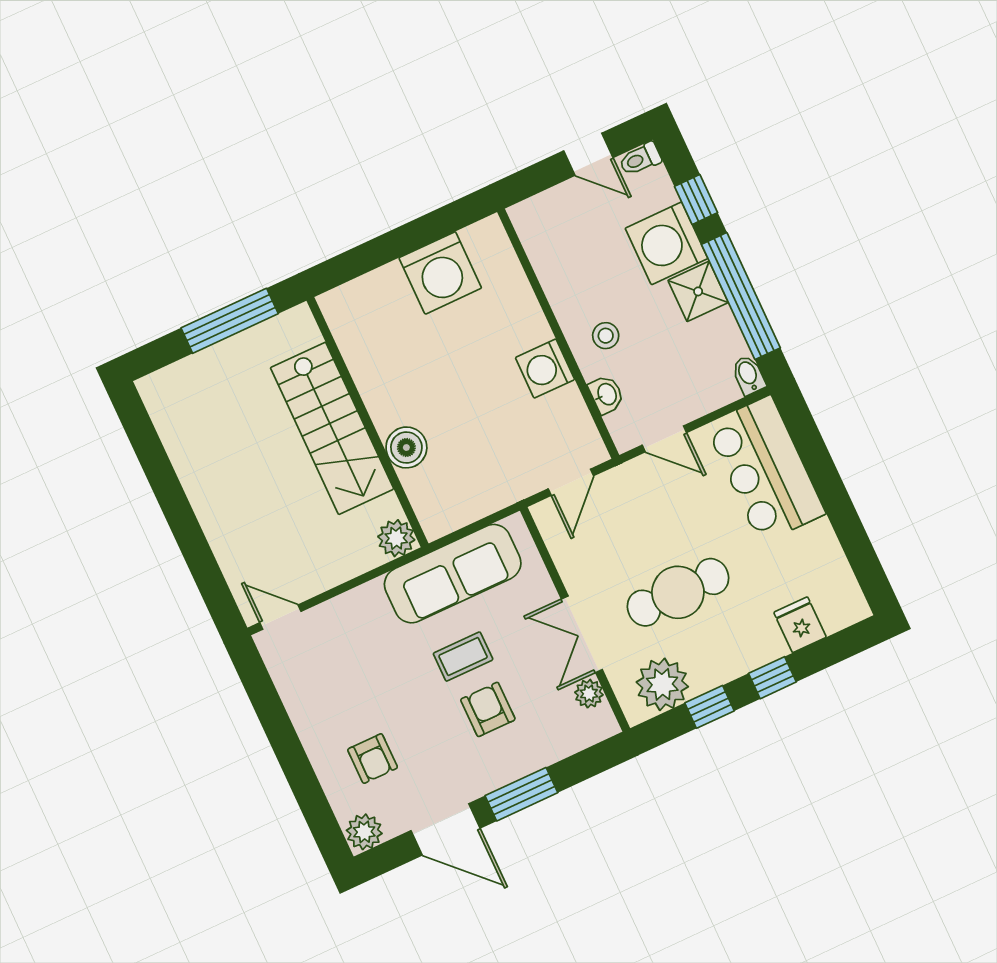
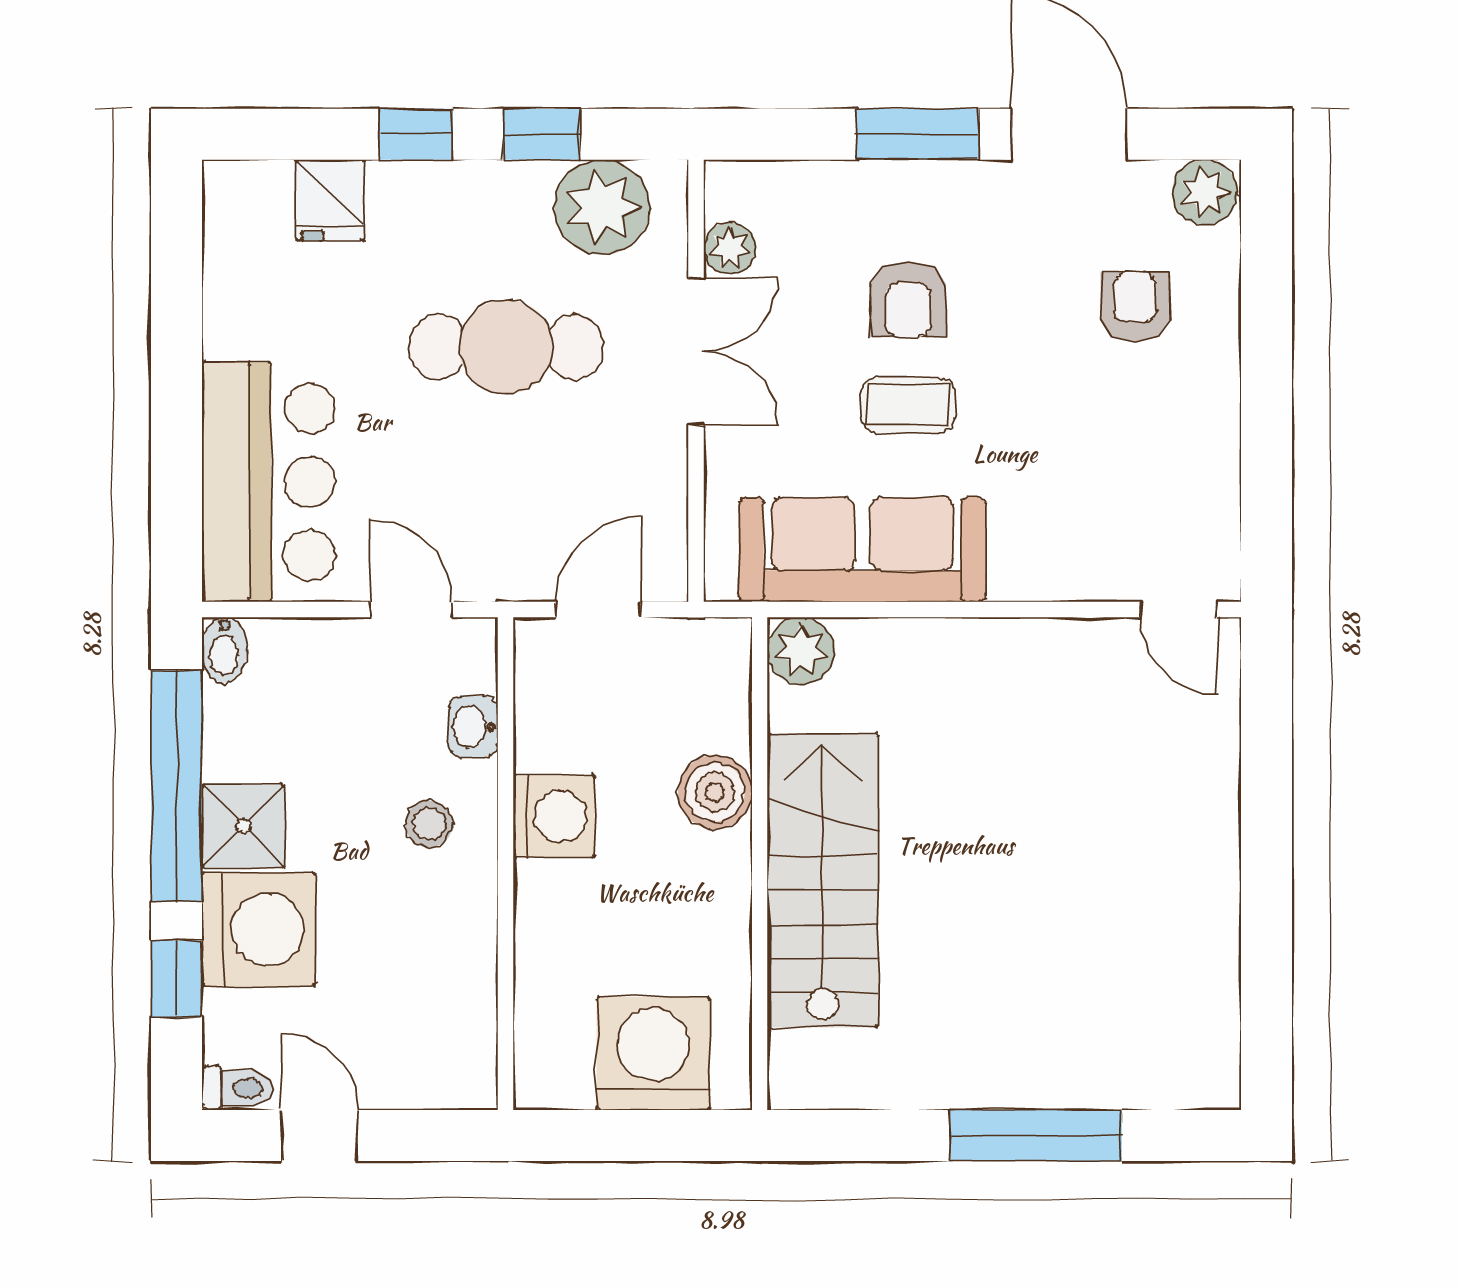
wall: (368, 422) -> (760, 864), moved
stairs: (332, 428) -> (823, 880), moved
boiler: (406, 447) -> (715, 792), moved
plant: (396, 538) -> (801, 651), moved

